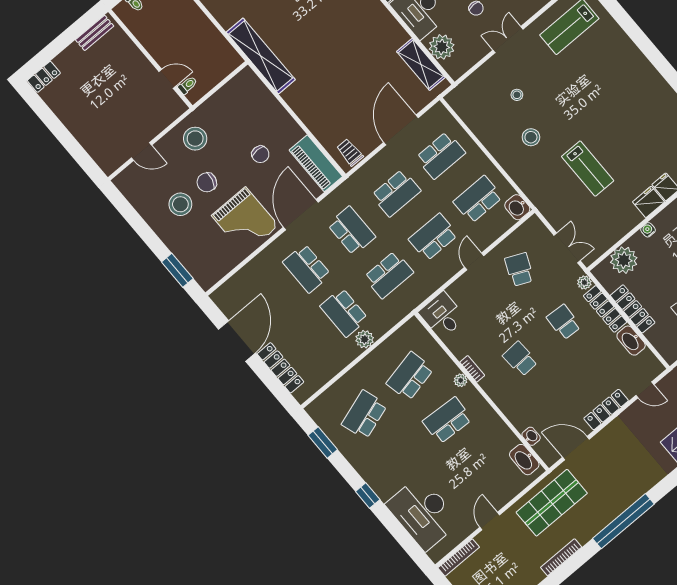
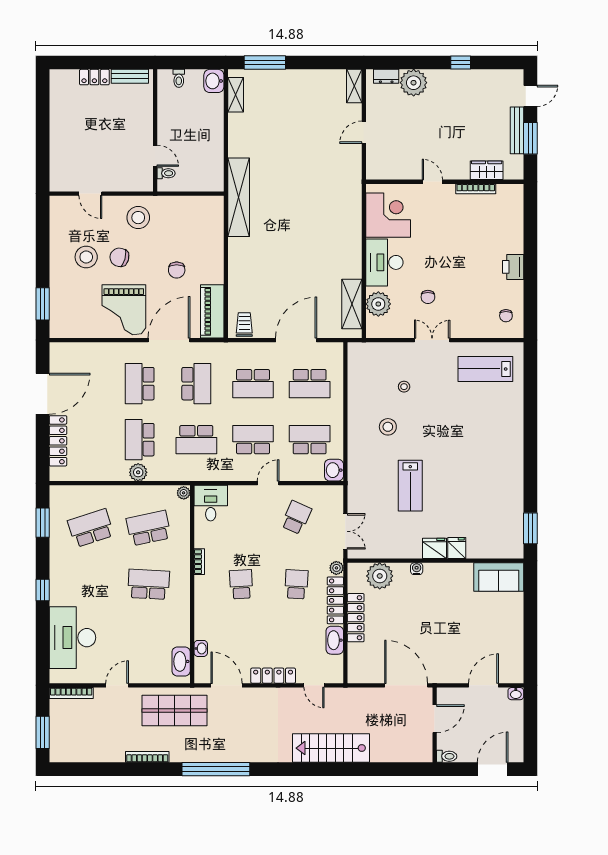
locker: (44, 77) -> (94, 77), moved
plant: (461, 380) -> (184, 493), moved

